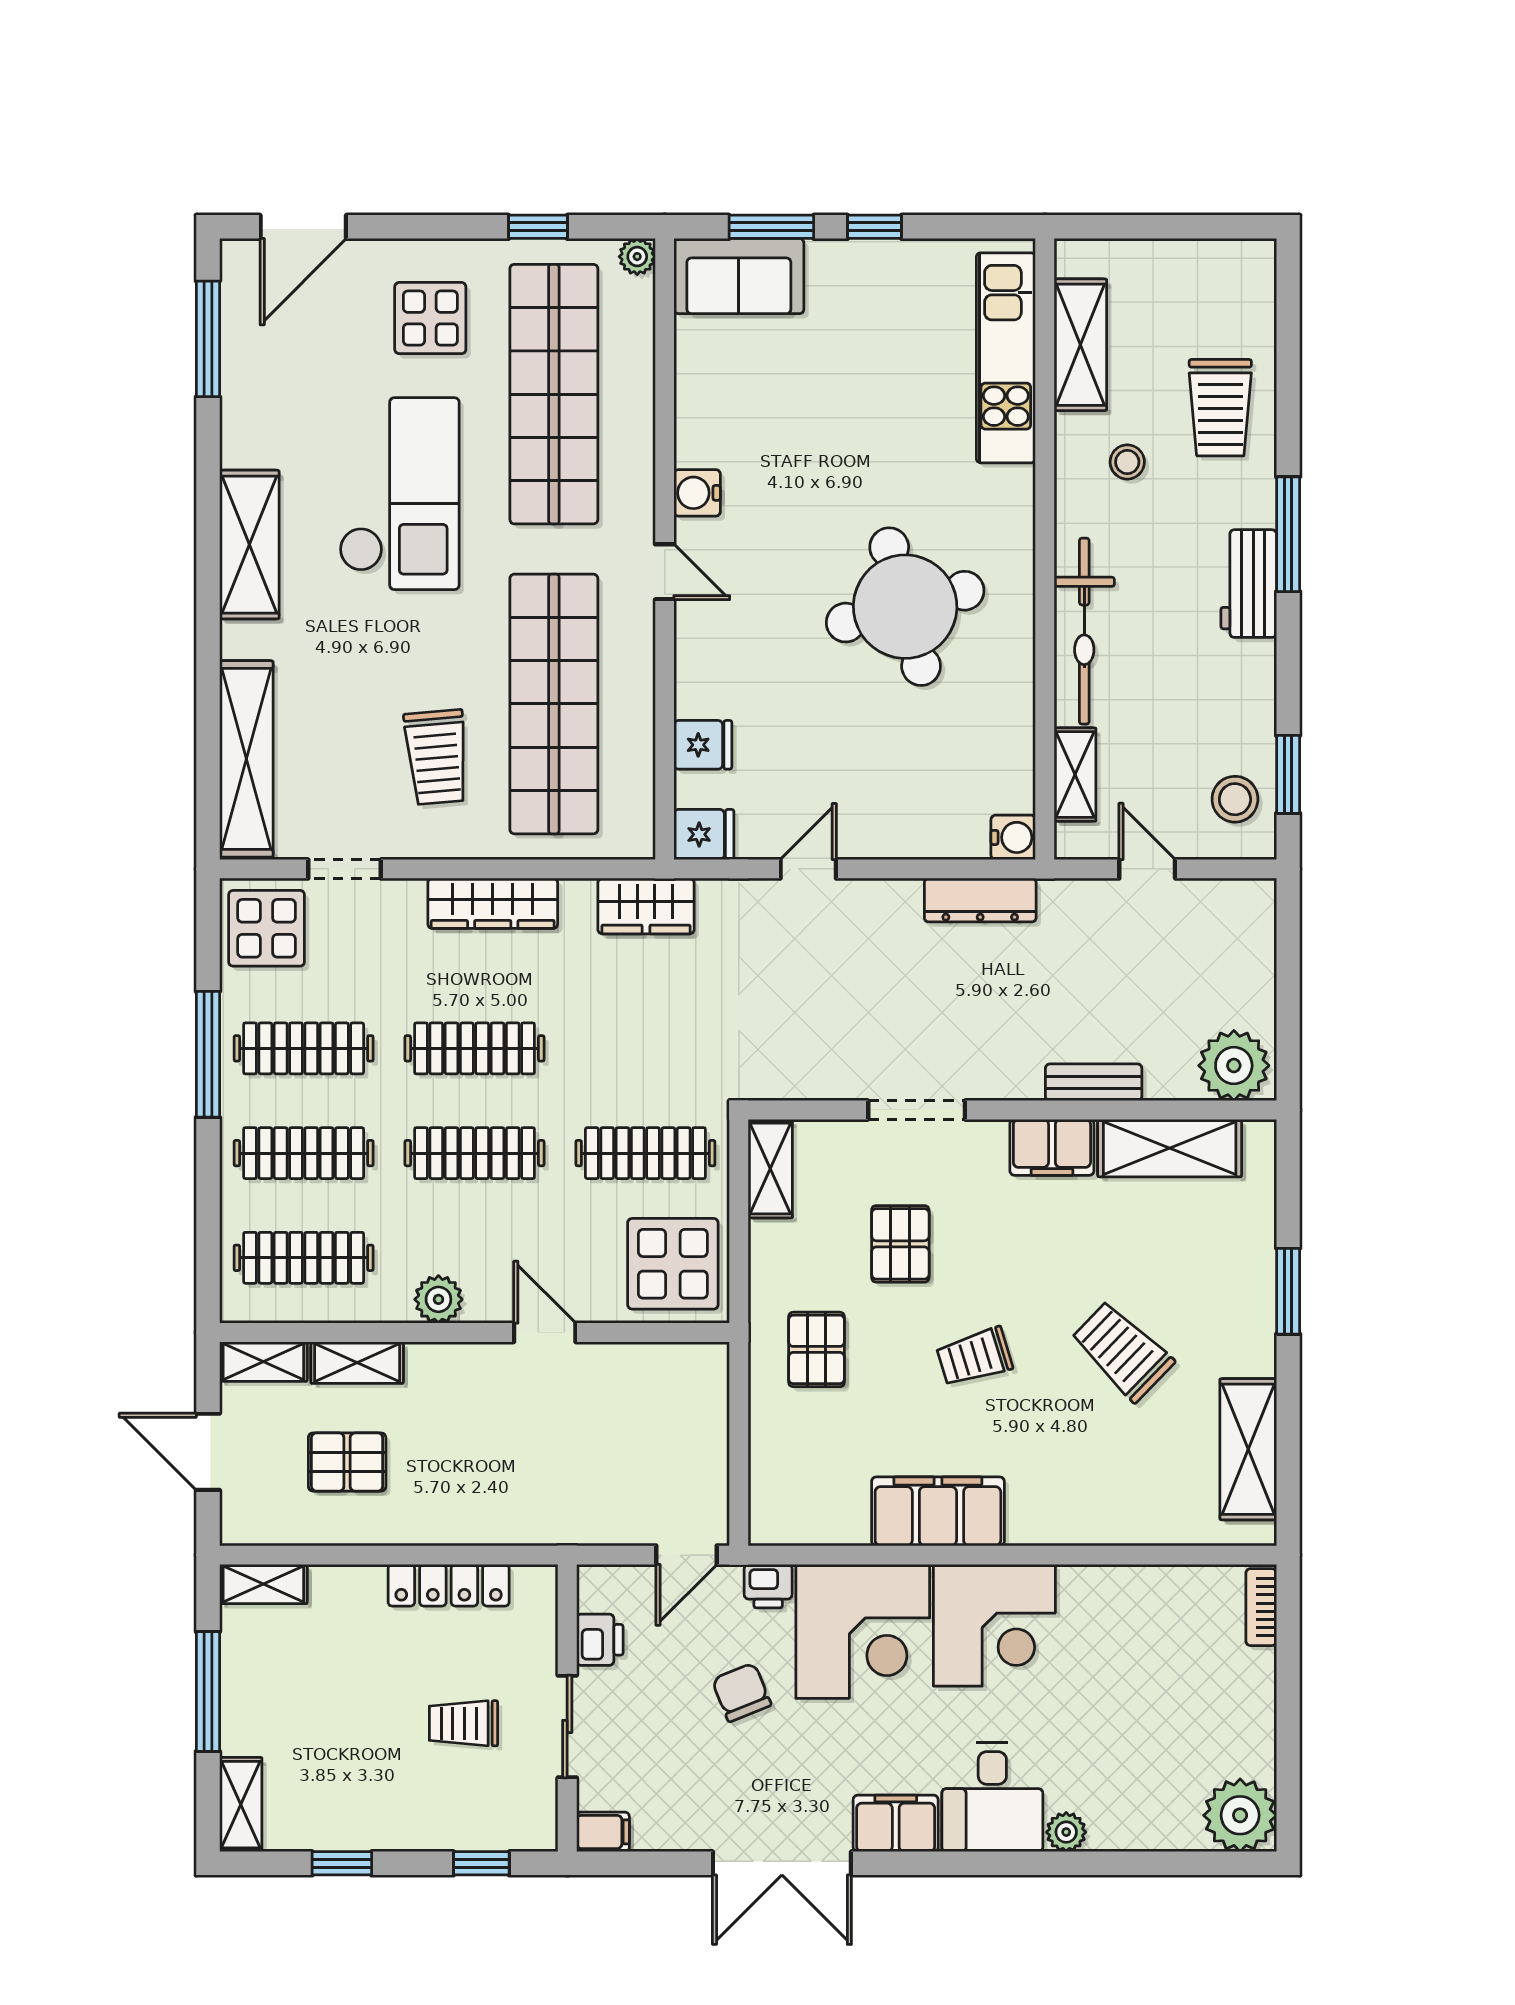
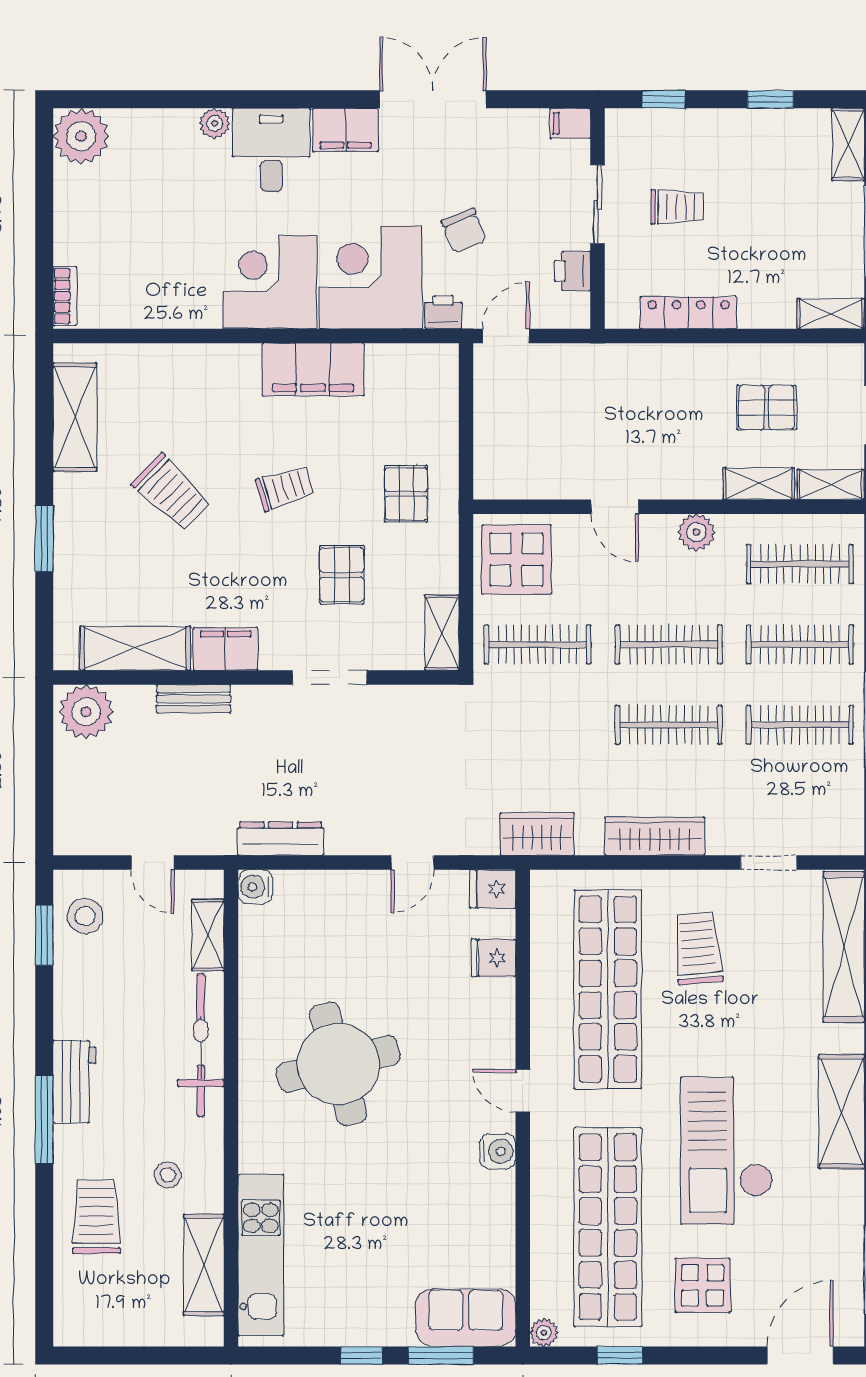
display table: (267, 928) -> (828, 817), removed

